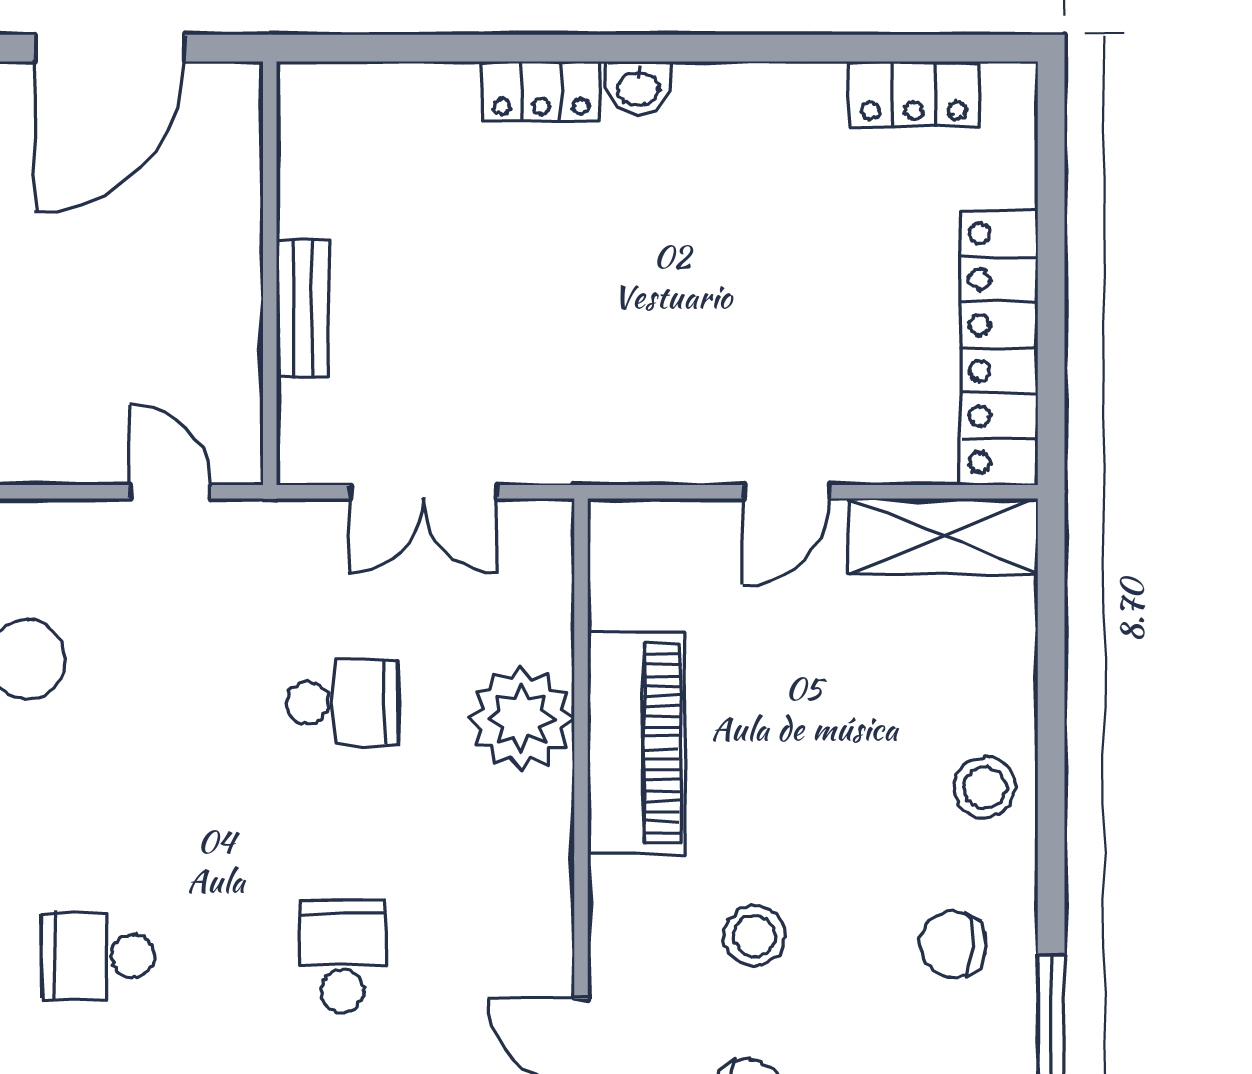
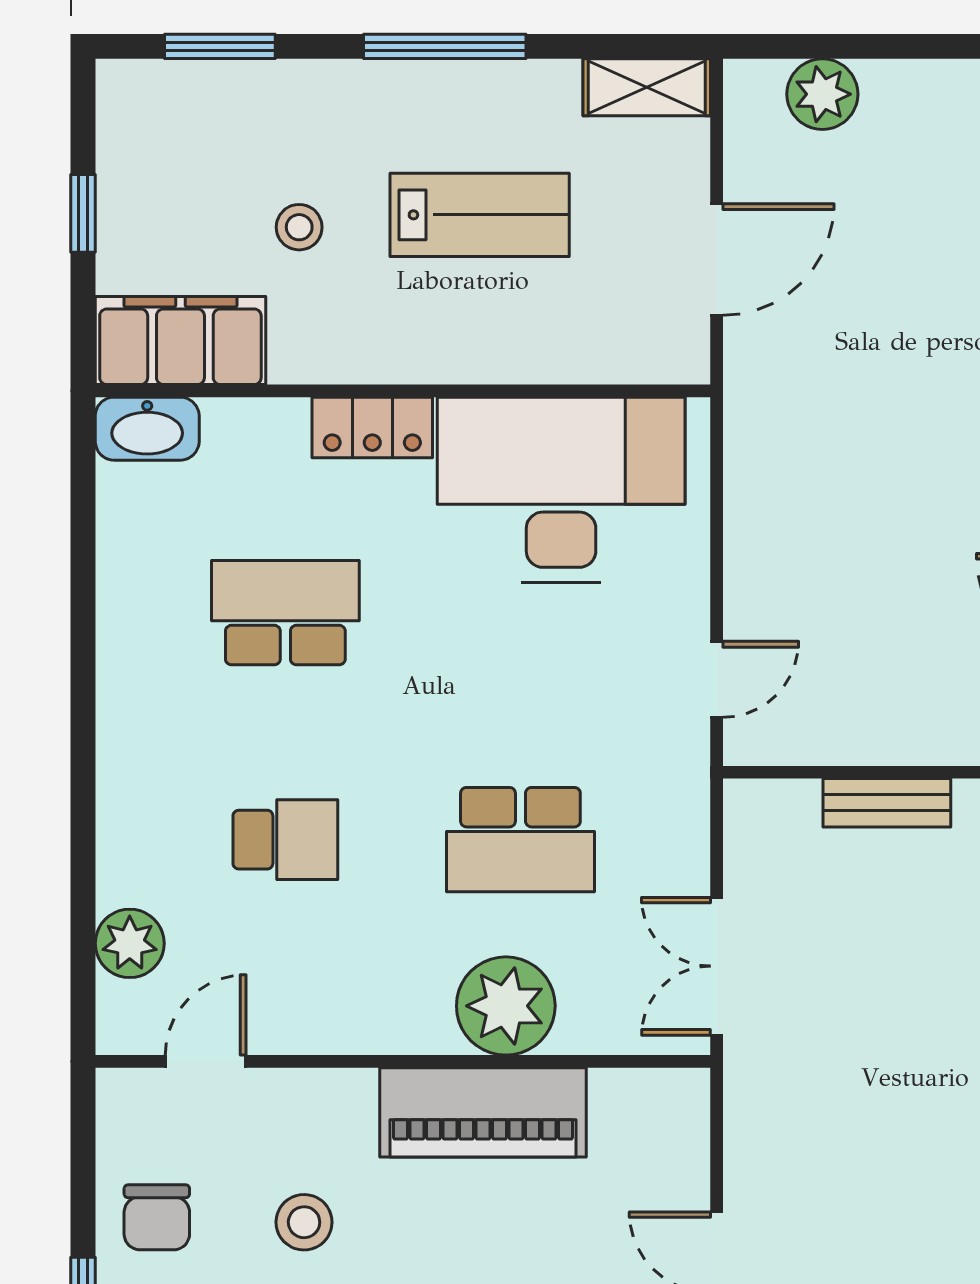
double door: (423, 492) -> (717, 966), moved
school desk: (342, 703) -> (520, 840), width x1.85
school desk: (98, 956) -> (285, 613), width x1.85

